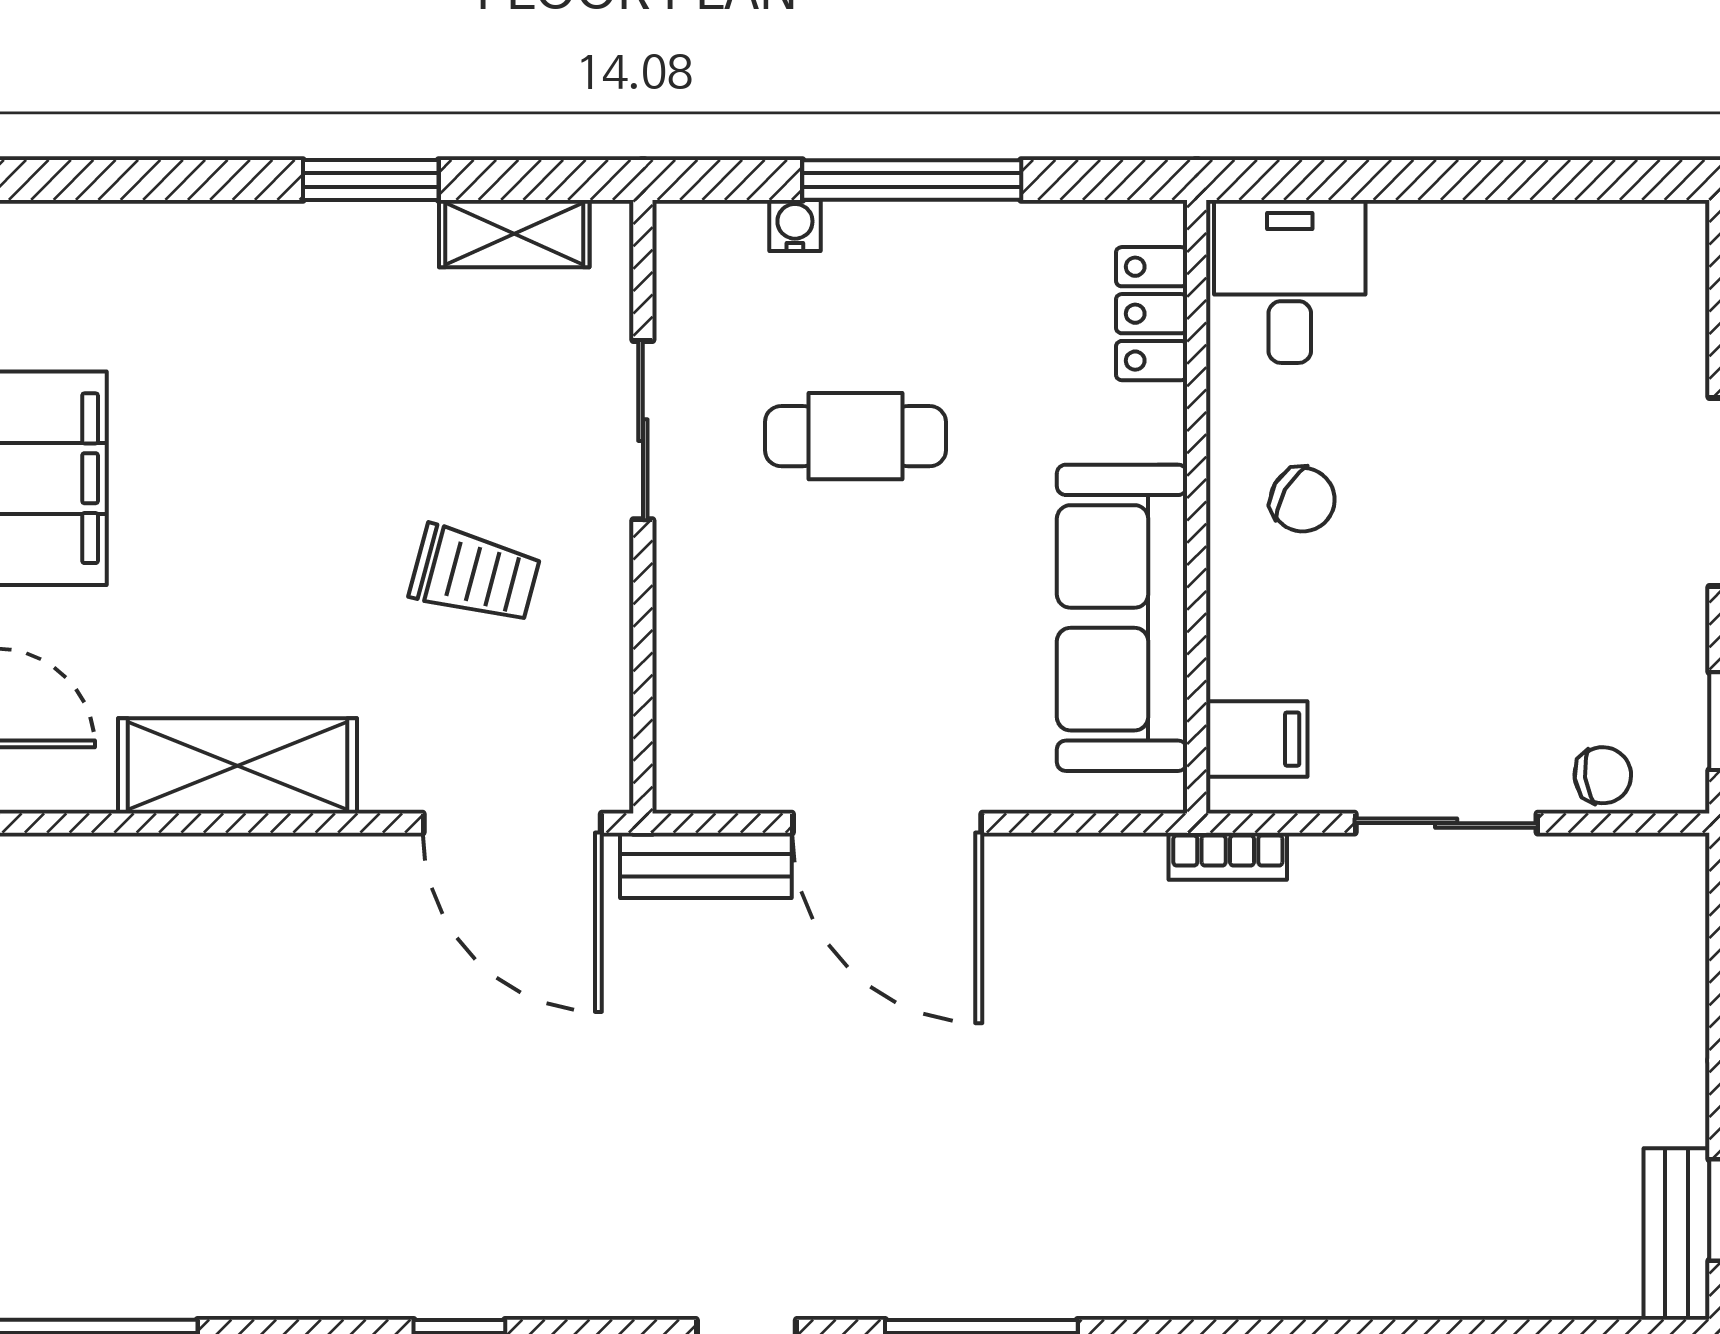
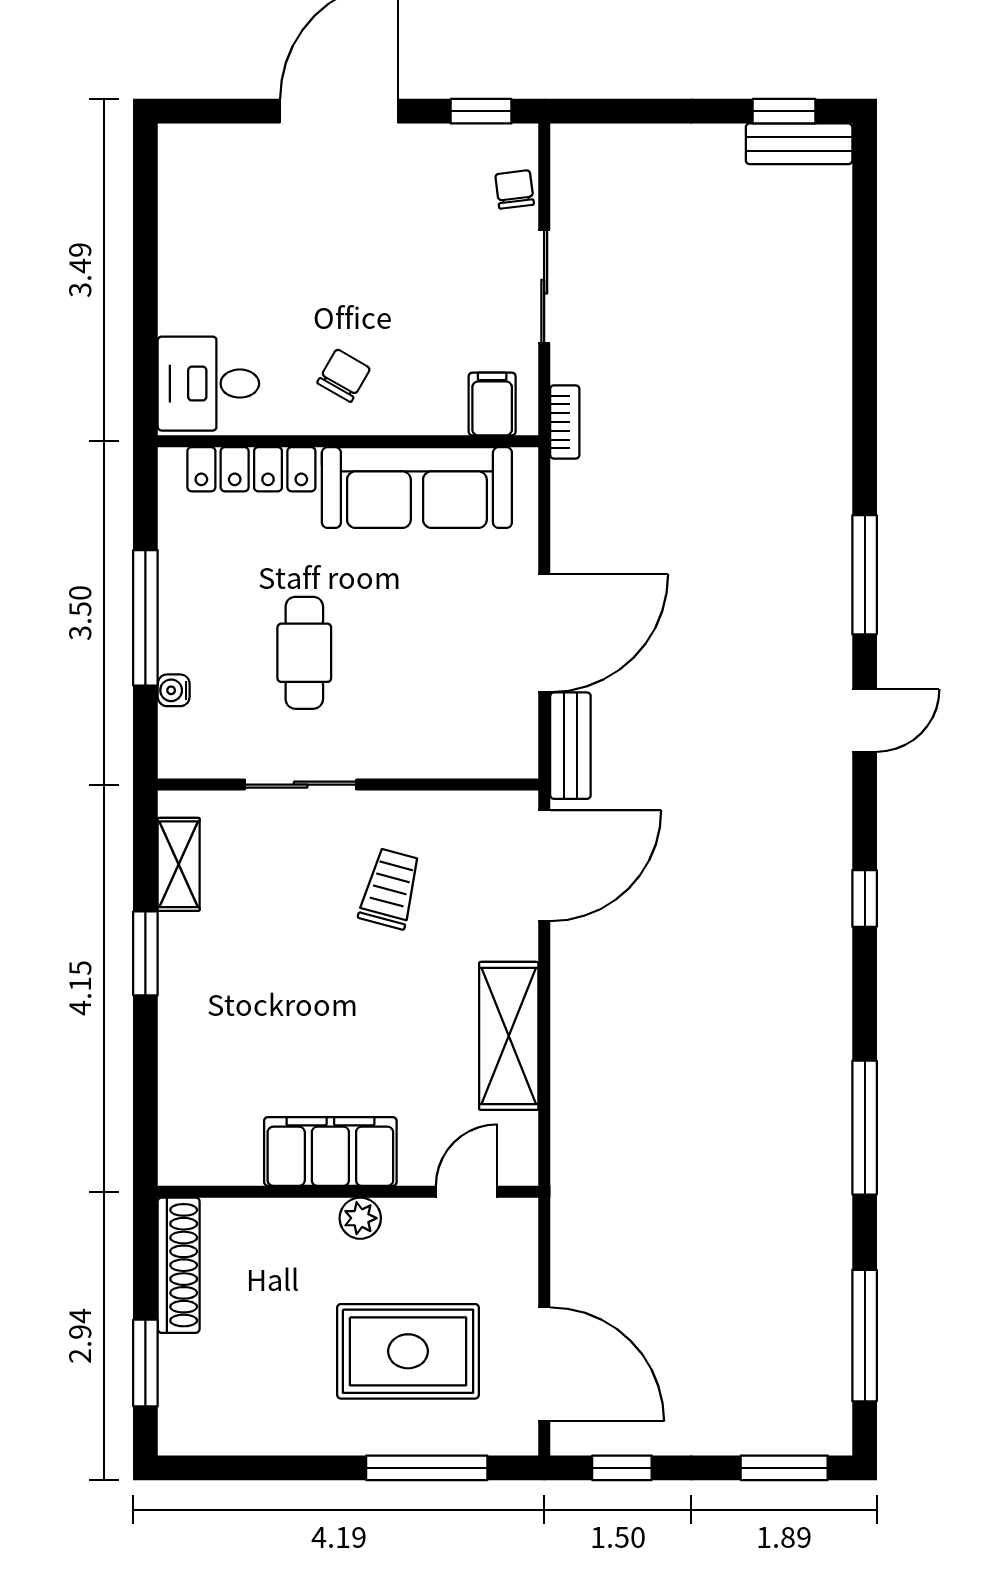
locker: (1152, 314) -> (251, 469), width x1.53

